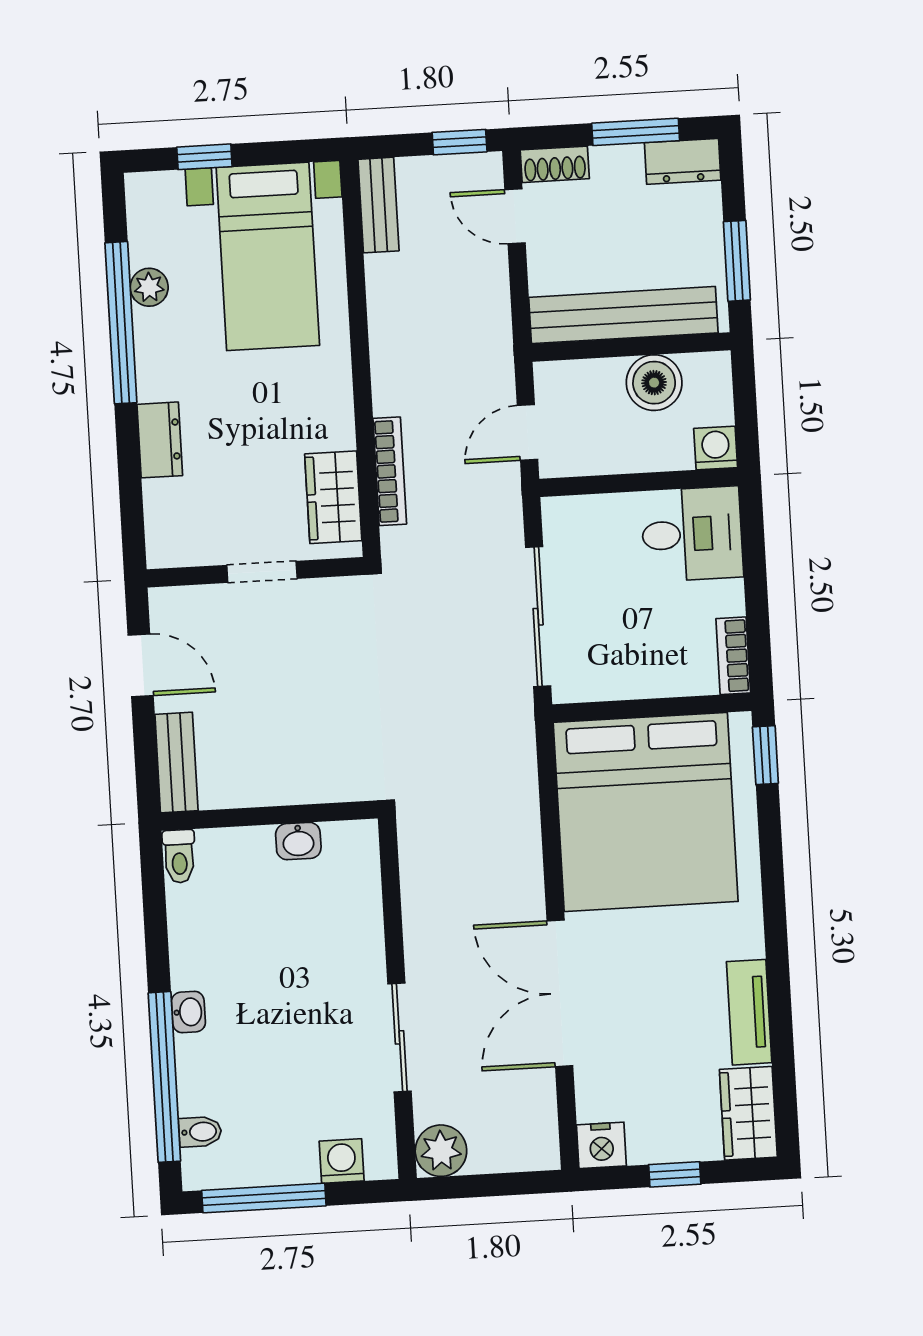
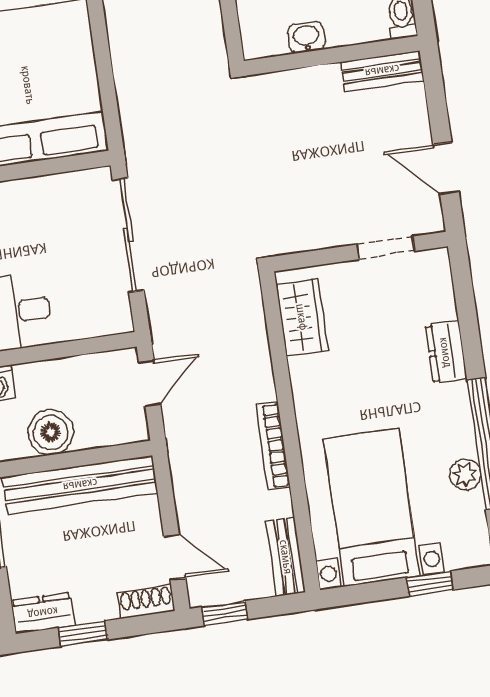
window: (636, 132) -> (83, 634), width x0.67
bookcase: (390, 471) -> (273, 446), moved
doorway: (262, 572) -> (386, 248), moved
bench: (176, 763) -> (382, 71), moved, turned 90

